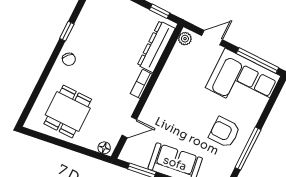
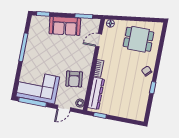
dining table: (68, 111) -> (139, 39), turned 90
armchair: (224, 132) -> (74, 79), moved, turned 83

